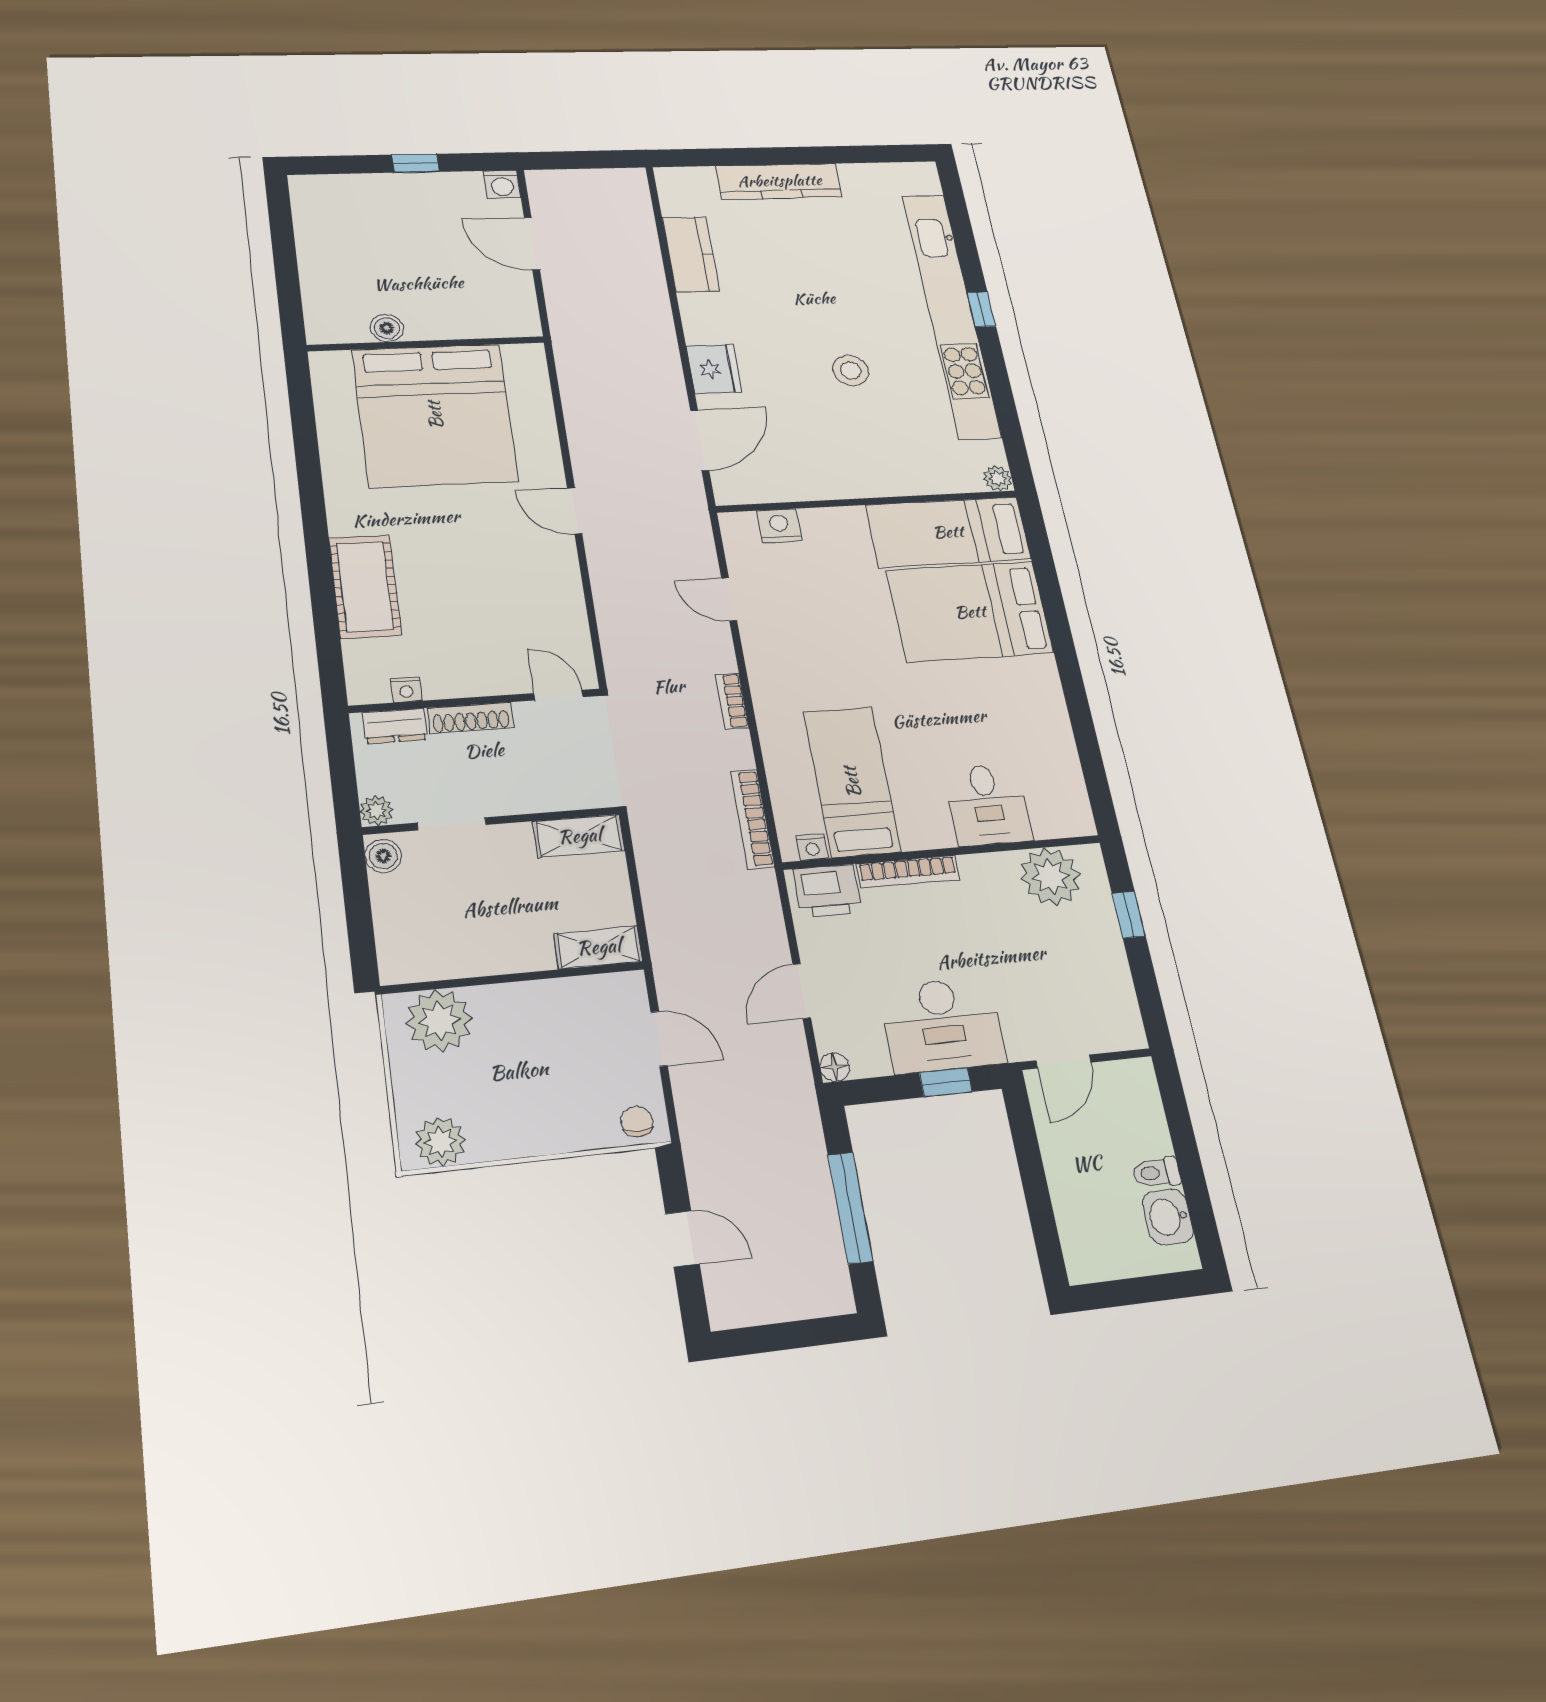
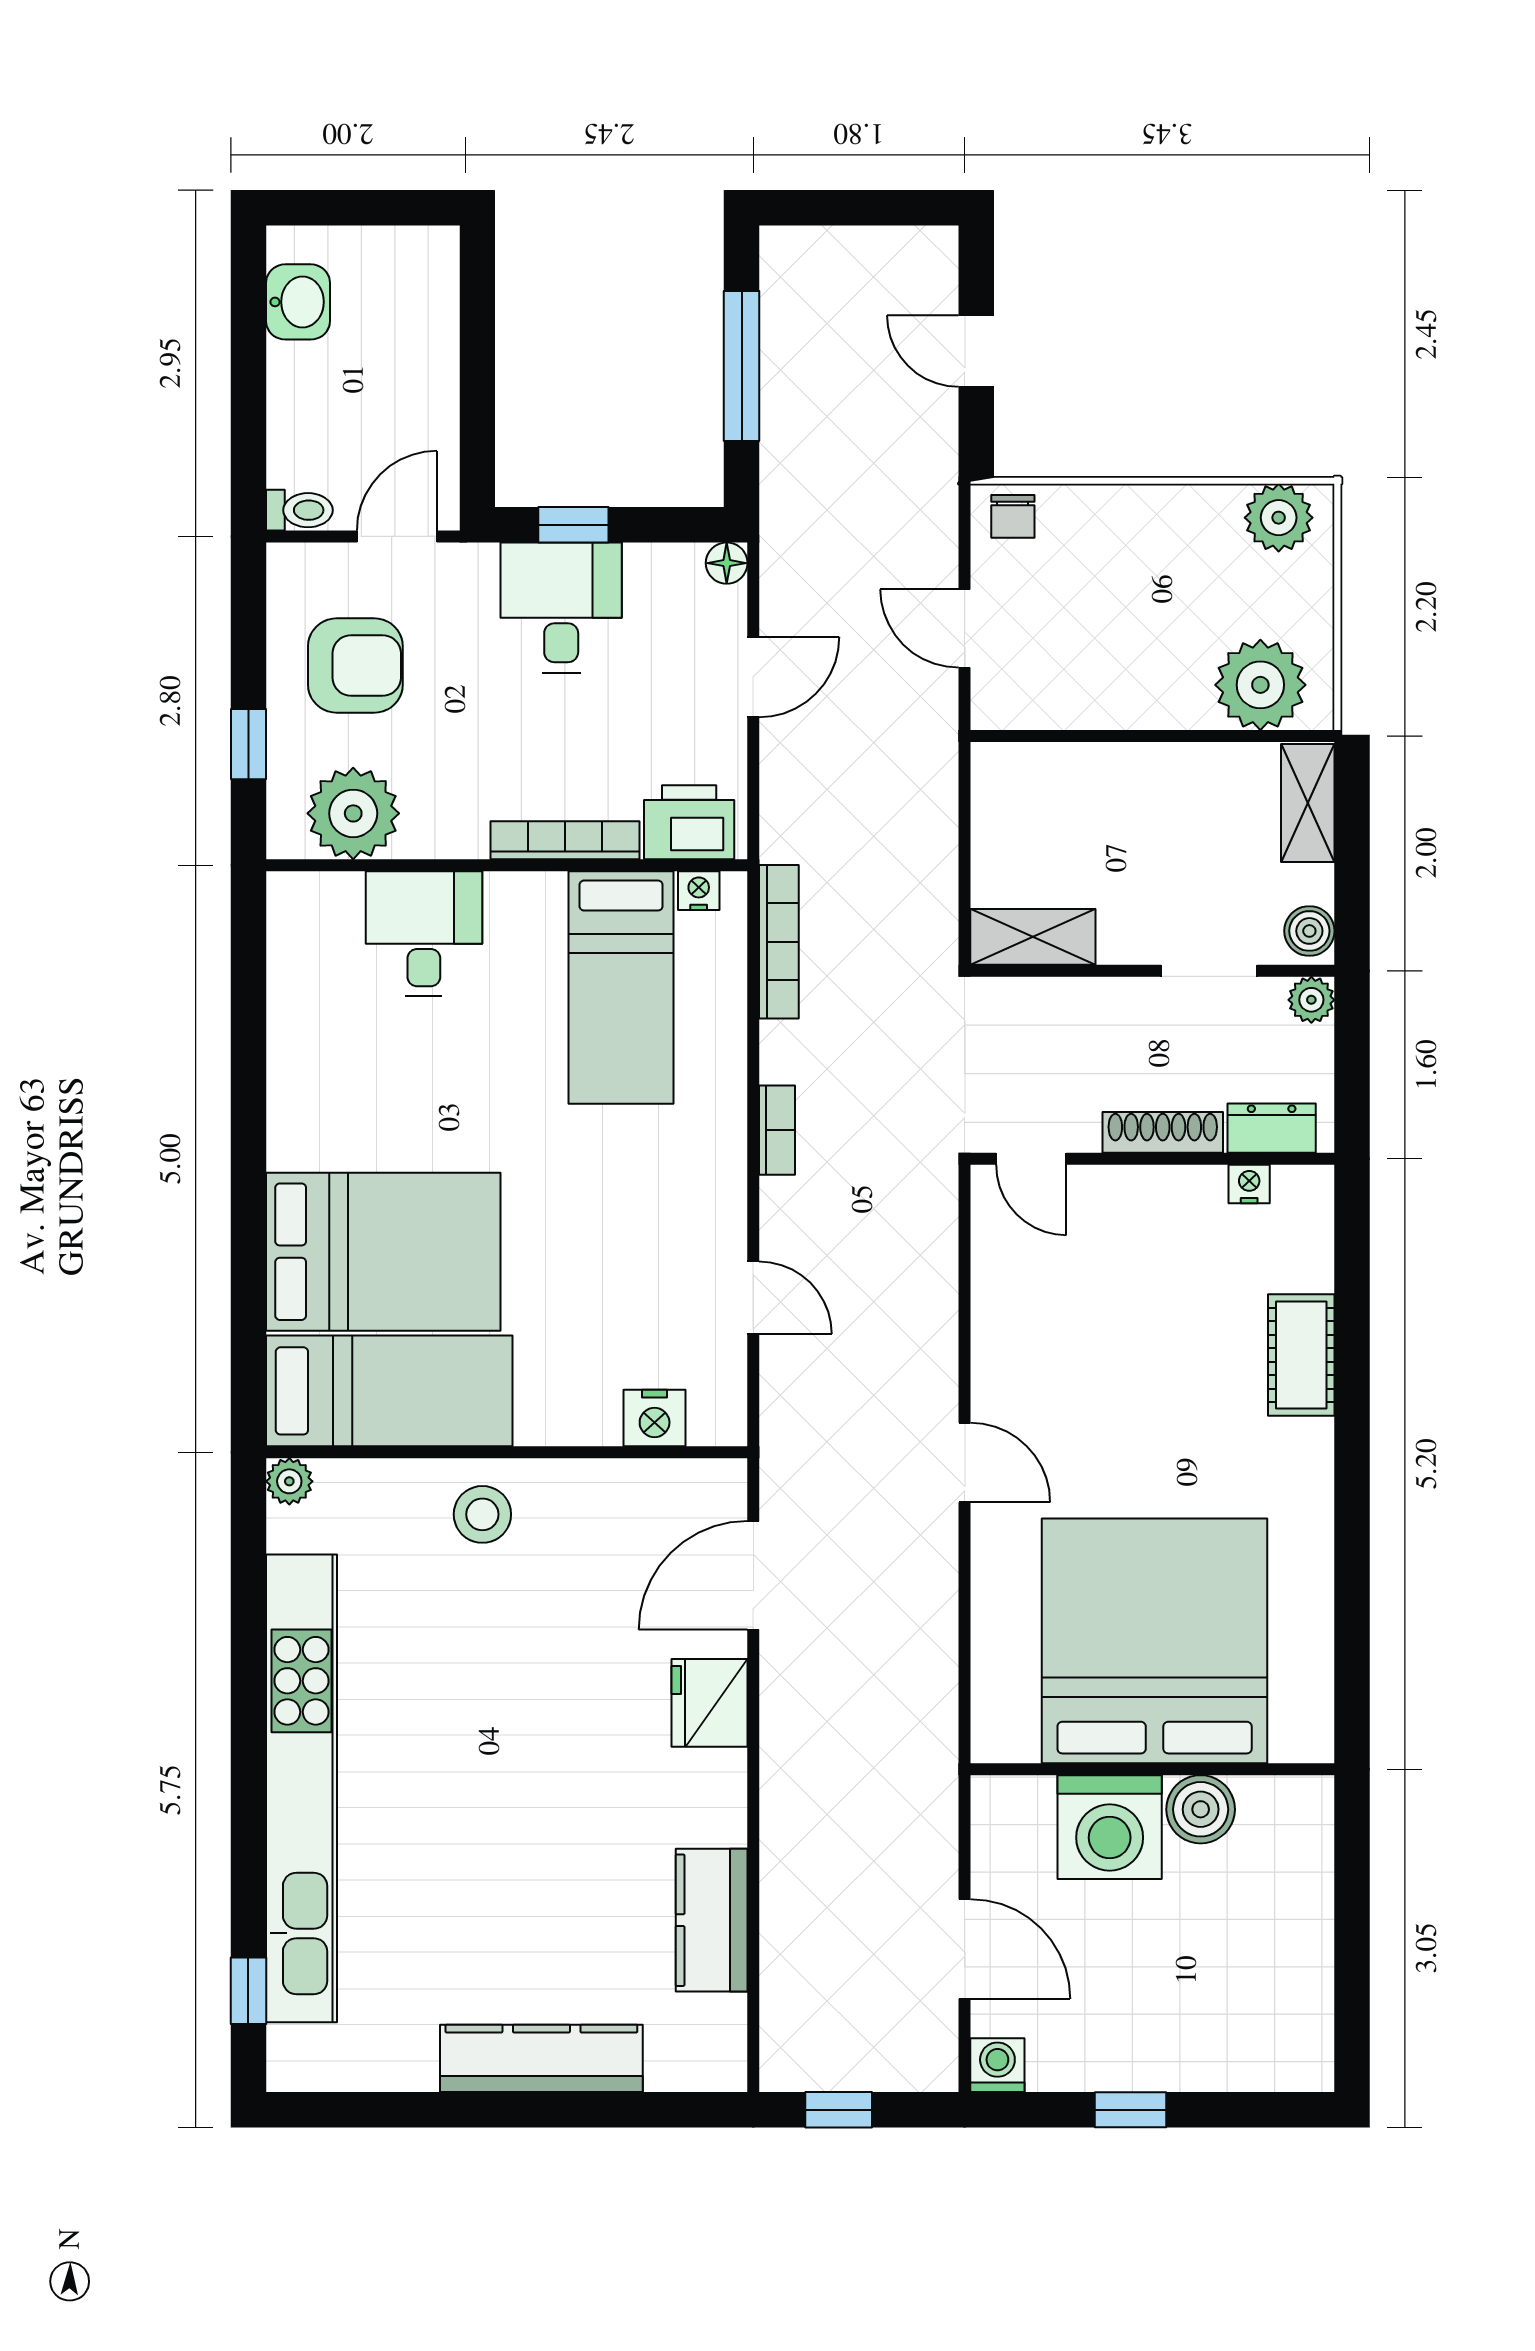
window: (596, 160) -> (839, 2110), added
window: (981, 309) -> (248, 1991), moved
washing machine: (450, 311) -> (1110, 1827), added
boiler: (387, 328) -> (1201, 1809), width x1.36, depth x1.36
stool: (851, 371) -> (482, 1514), moved
cot: (365, 586) -> (1301, 1355), width x0.73, depth x0.75
shelving: (598, 947) -> (1308, 803), moved, turned 90
armchair: (1071, 972) -> (355, 665), added
desk: (942, 1025) -> (561, 608), width x0.73
toilet: (1156, 1173) -> (299, 510), moved

